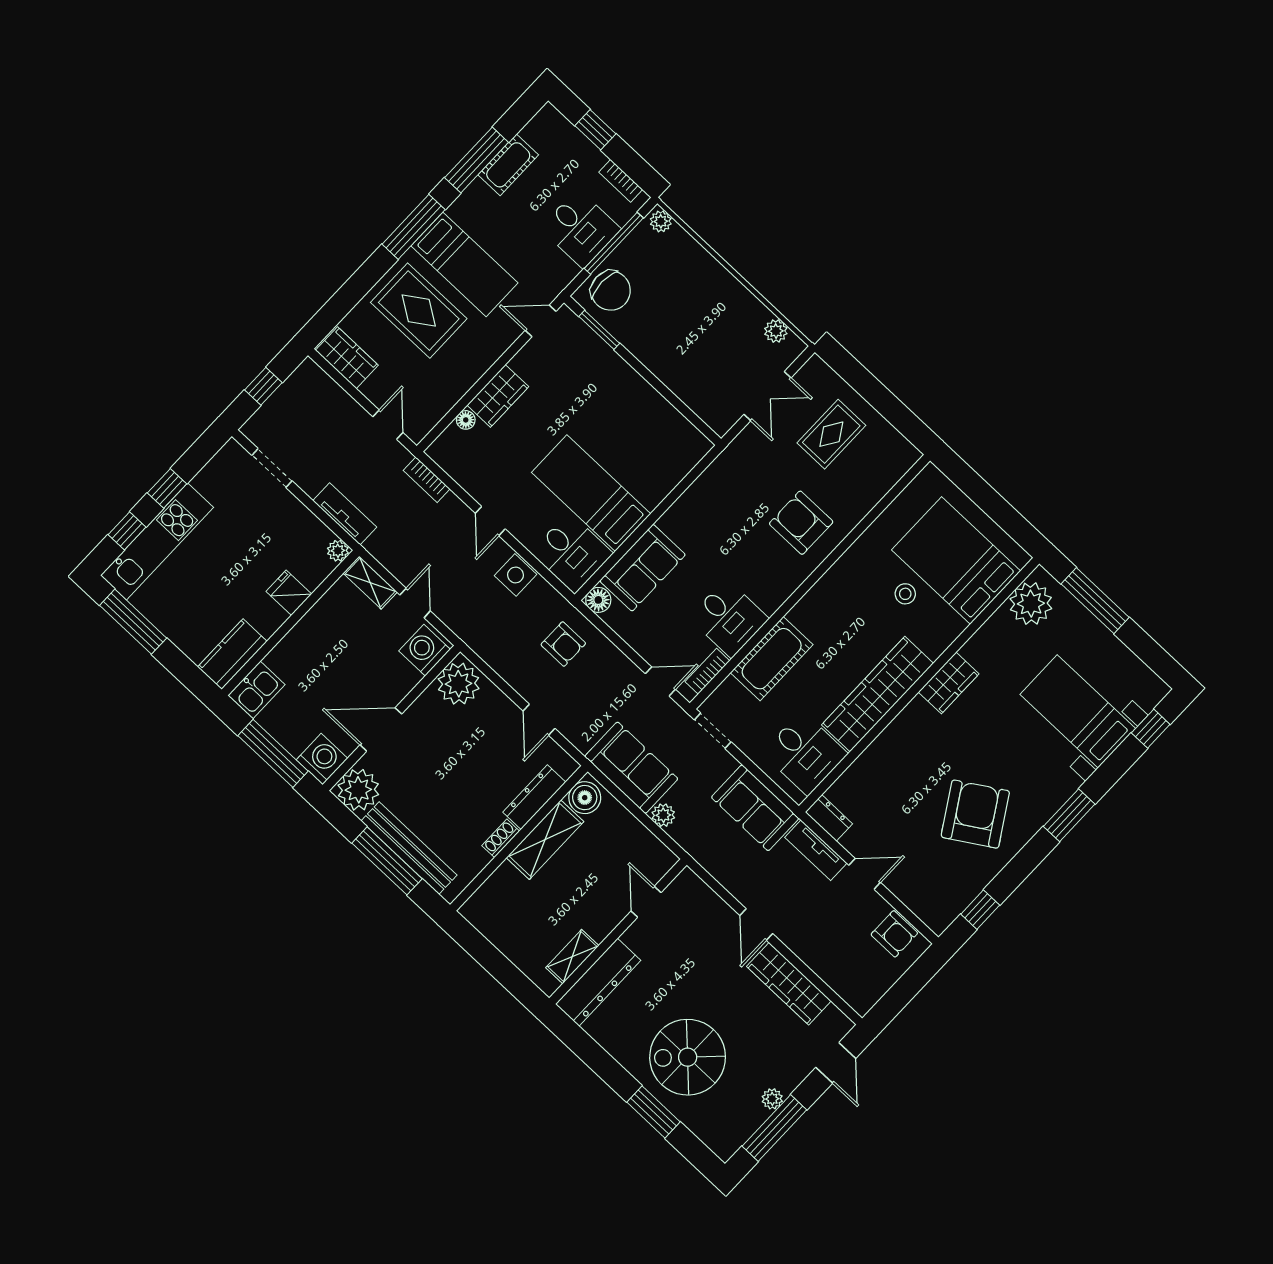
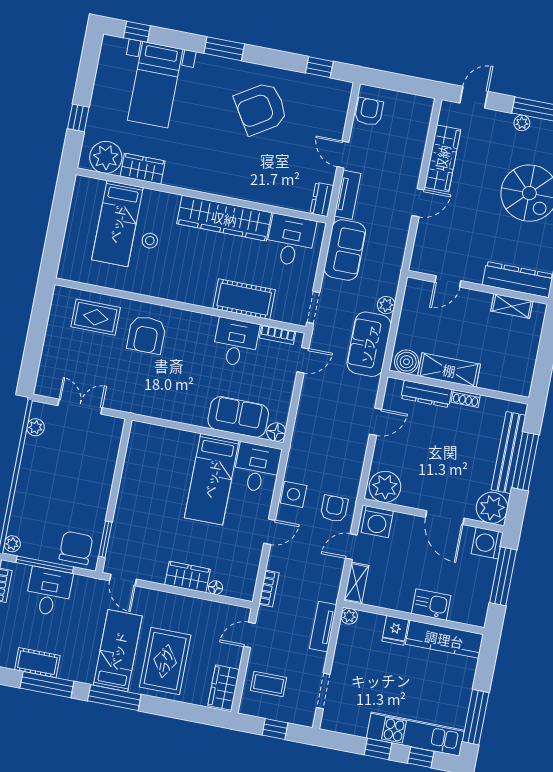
coffee table: (319, 411) -> (269, 684), added
rug: (831, 434) -> (96, 317), moved
bed: (956, 560) -> (117, 224), width x0.67
window: (1095, 601) -> (78, 118), width x0.46
armchair: (563, 644) -> (334, 509), moved
kitchen counter: (232, 654) -> (444, 639), width x1.50
door: (660, 681) -> (303, 360), swing flipped
wardrobe: (949, 683) -> (143, 169), moved
kitchen sink: (256, 690) -> (431, 605), moved

